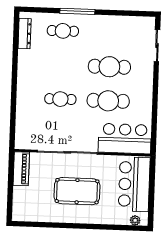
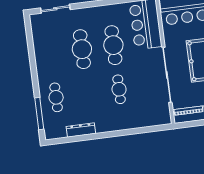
window: (77, 11) -> (39, 114), moved
dresser: (25, 34) -> (81, 130), moved

